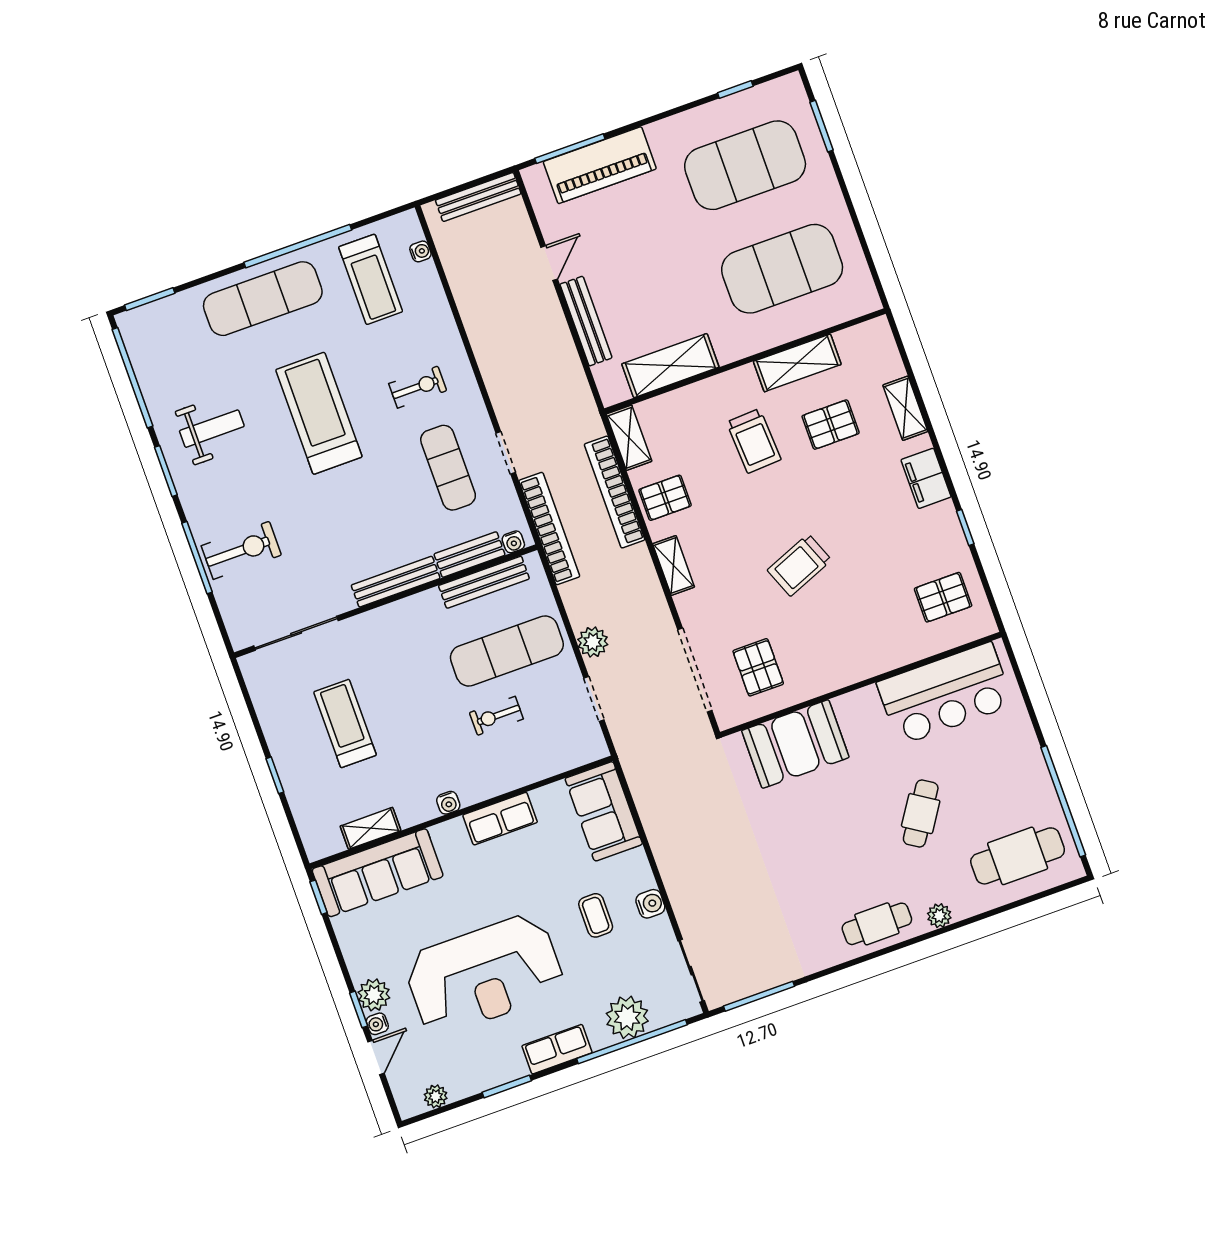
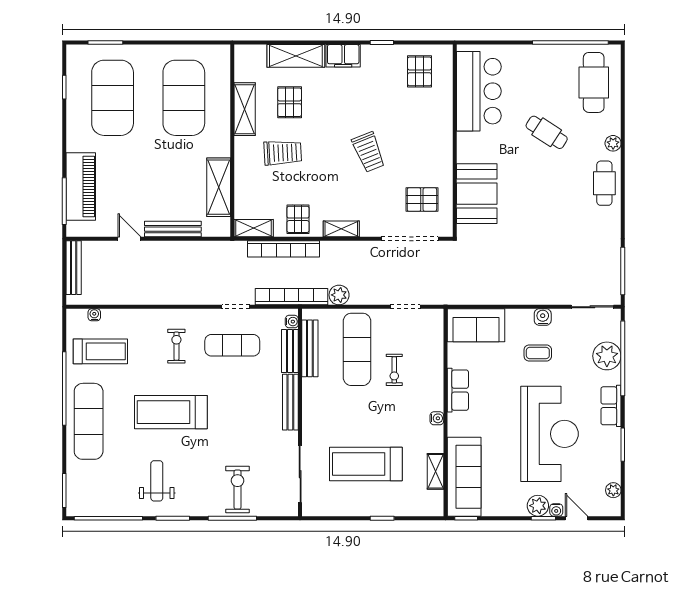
shelving: (905, 408) -> (296, 56), width x1.50, depth x1.33
plant: (593, 642) -> (339, 295), moved
treadmill: (345, 723) -> (366, 464), width x1.37, depth x1.38

